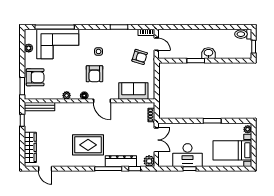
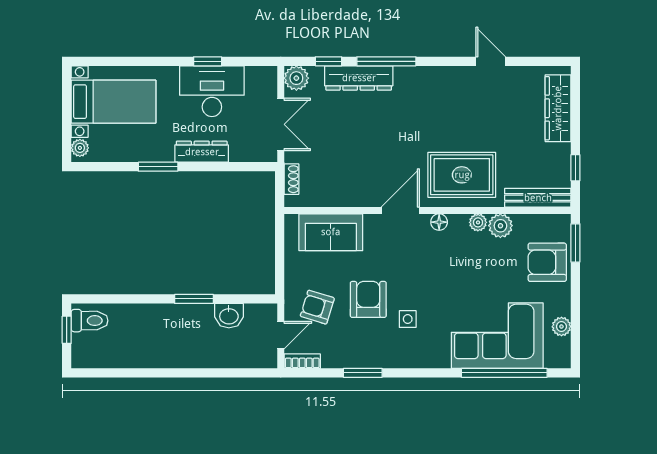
toilet: (243, 34) -> (90, 321), moved
door: (156, 44) -> (281, 335), swing flipped
washbasin: (208, 53) -> (229, 316), moved
armchair: (94, 74) -> (368, 299), moved
plant: (56, 94) -> (500, 226), added
door: (102, 101) -> (400, 210), hinge flipped
dresser: (192, 128) -> (202, 152), added
double door: (156, 140) -> (281, 124), swing flipped
rug: (88, 145) -> (462, 175), moved
door: (45, 169) -> (491, 61), moved

